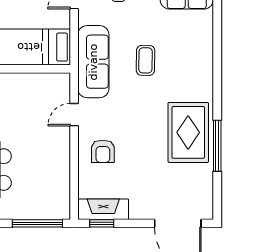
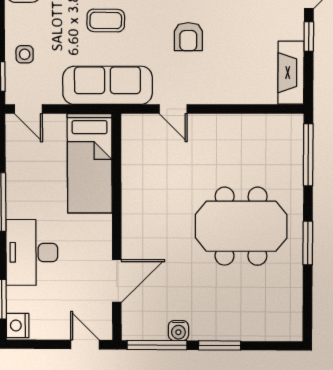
armchair: (103, 151) -> (188, 37), moved, turned 90
window: (102, 223) -> (309, 37), moved

